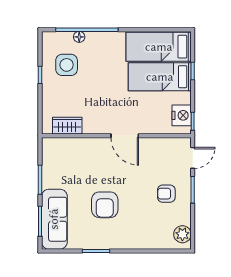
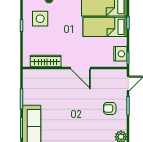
wardrobe: (67, 126) -> (46, 61), width x1.50
armchair: (105, 205) -> (67, 116), removed

